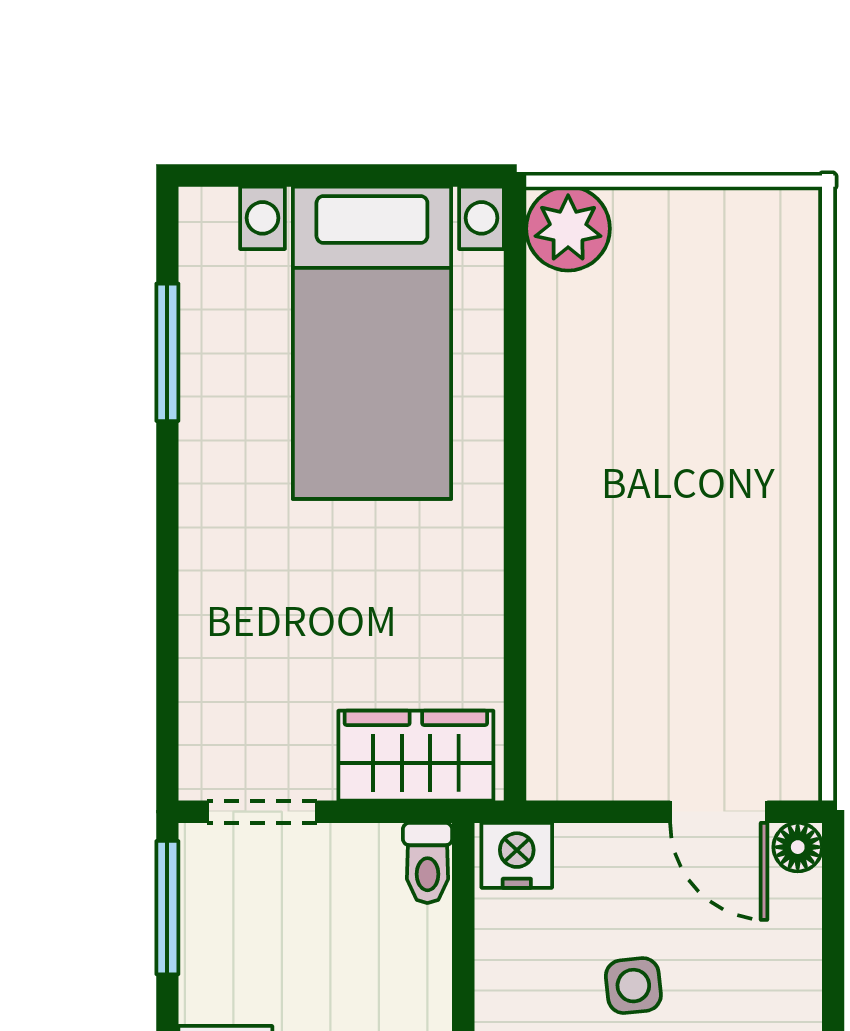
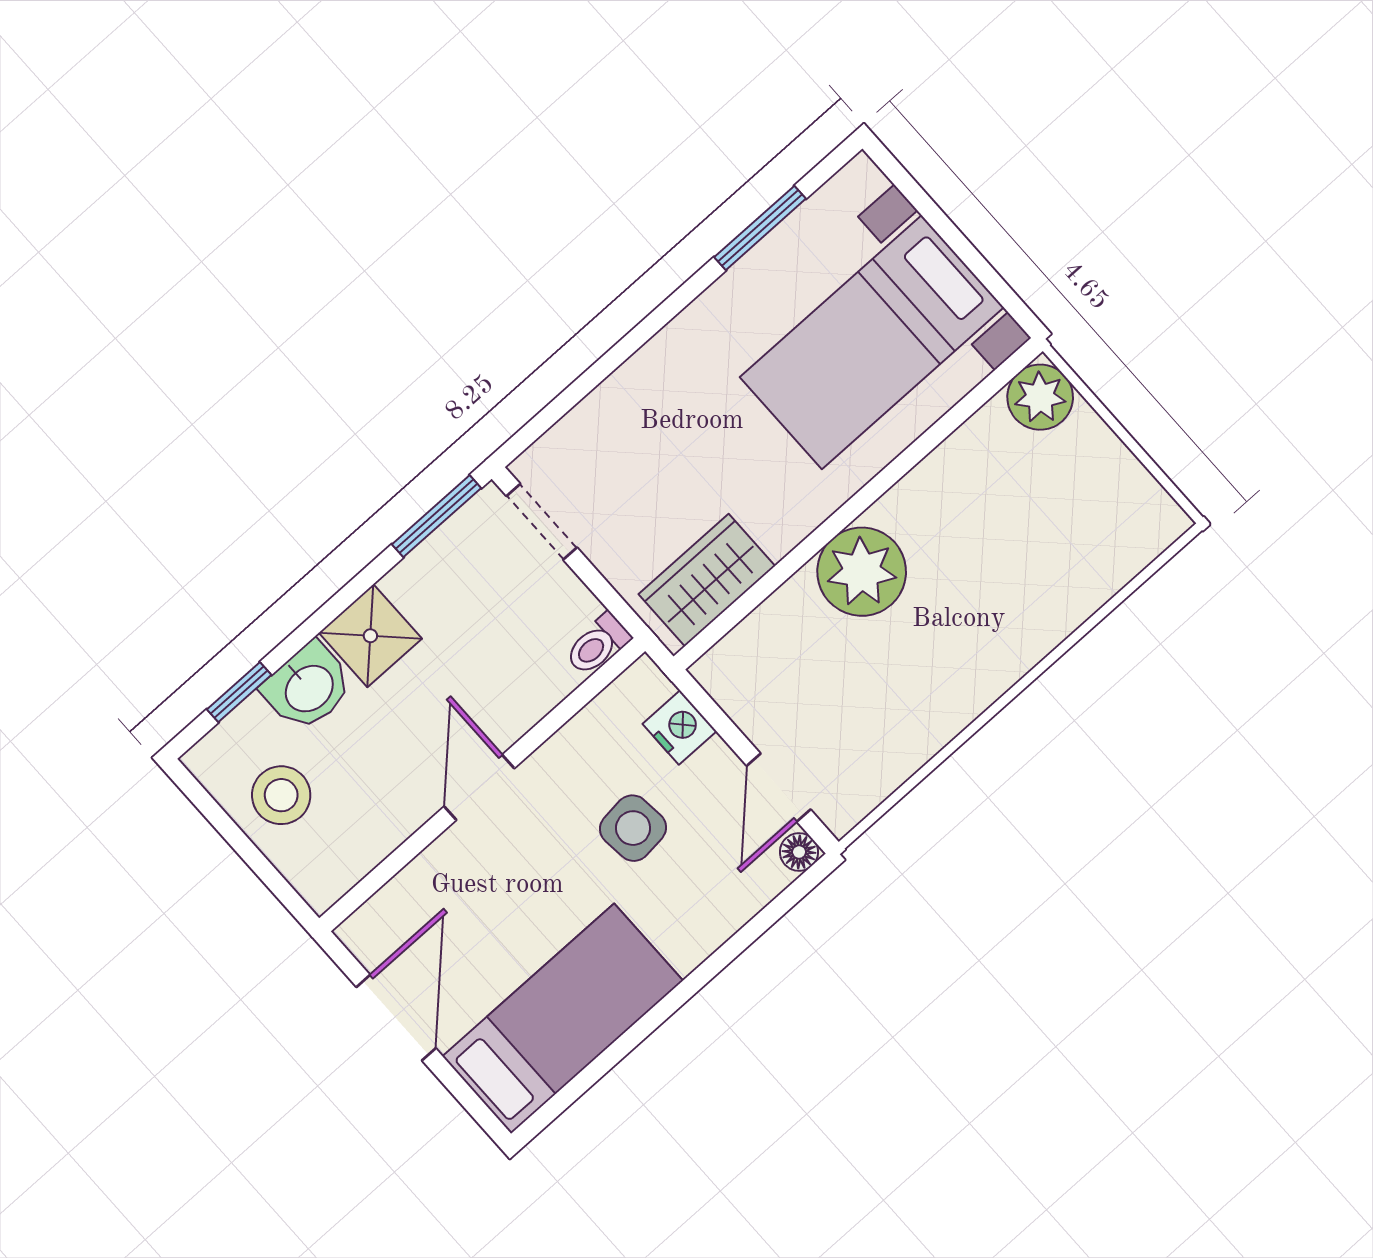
plant: (583, 548) -> (862, 572), added
wardrobe: (416, 756) -> (707, 580), moved, turned -90
nightstand: (517, 855) -> (680, 728), moved
side table: (633, 986) -> (633, 828), width x1.37, depth x1.37

